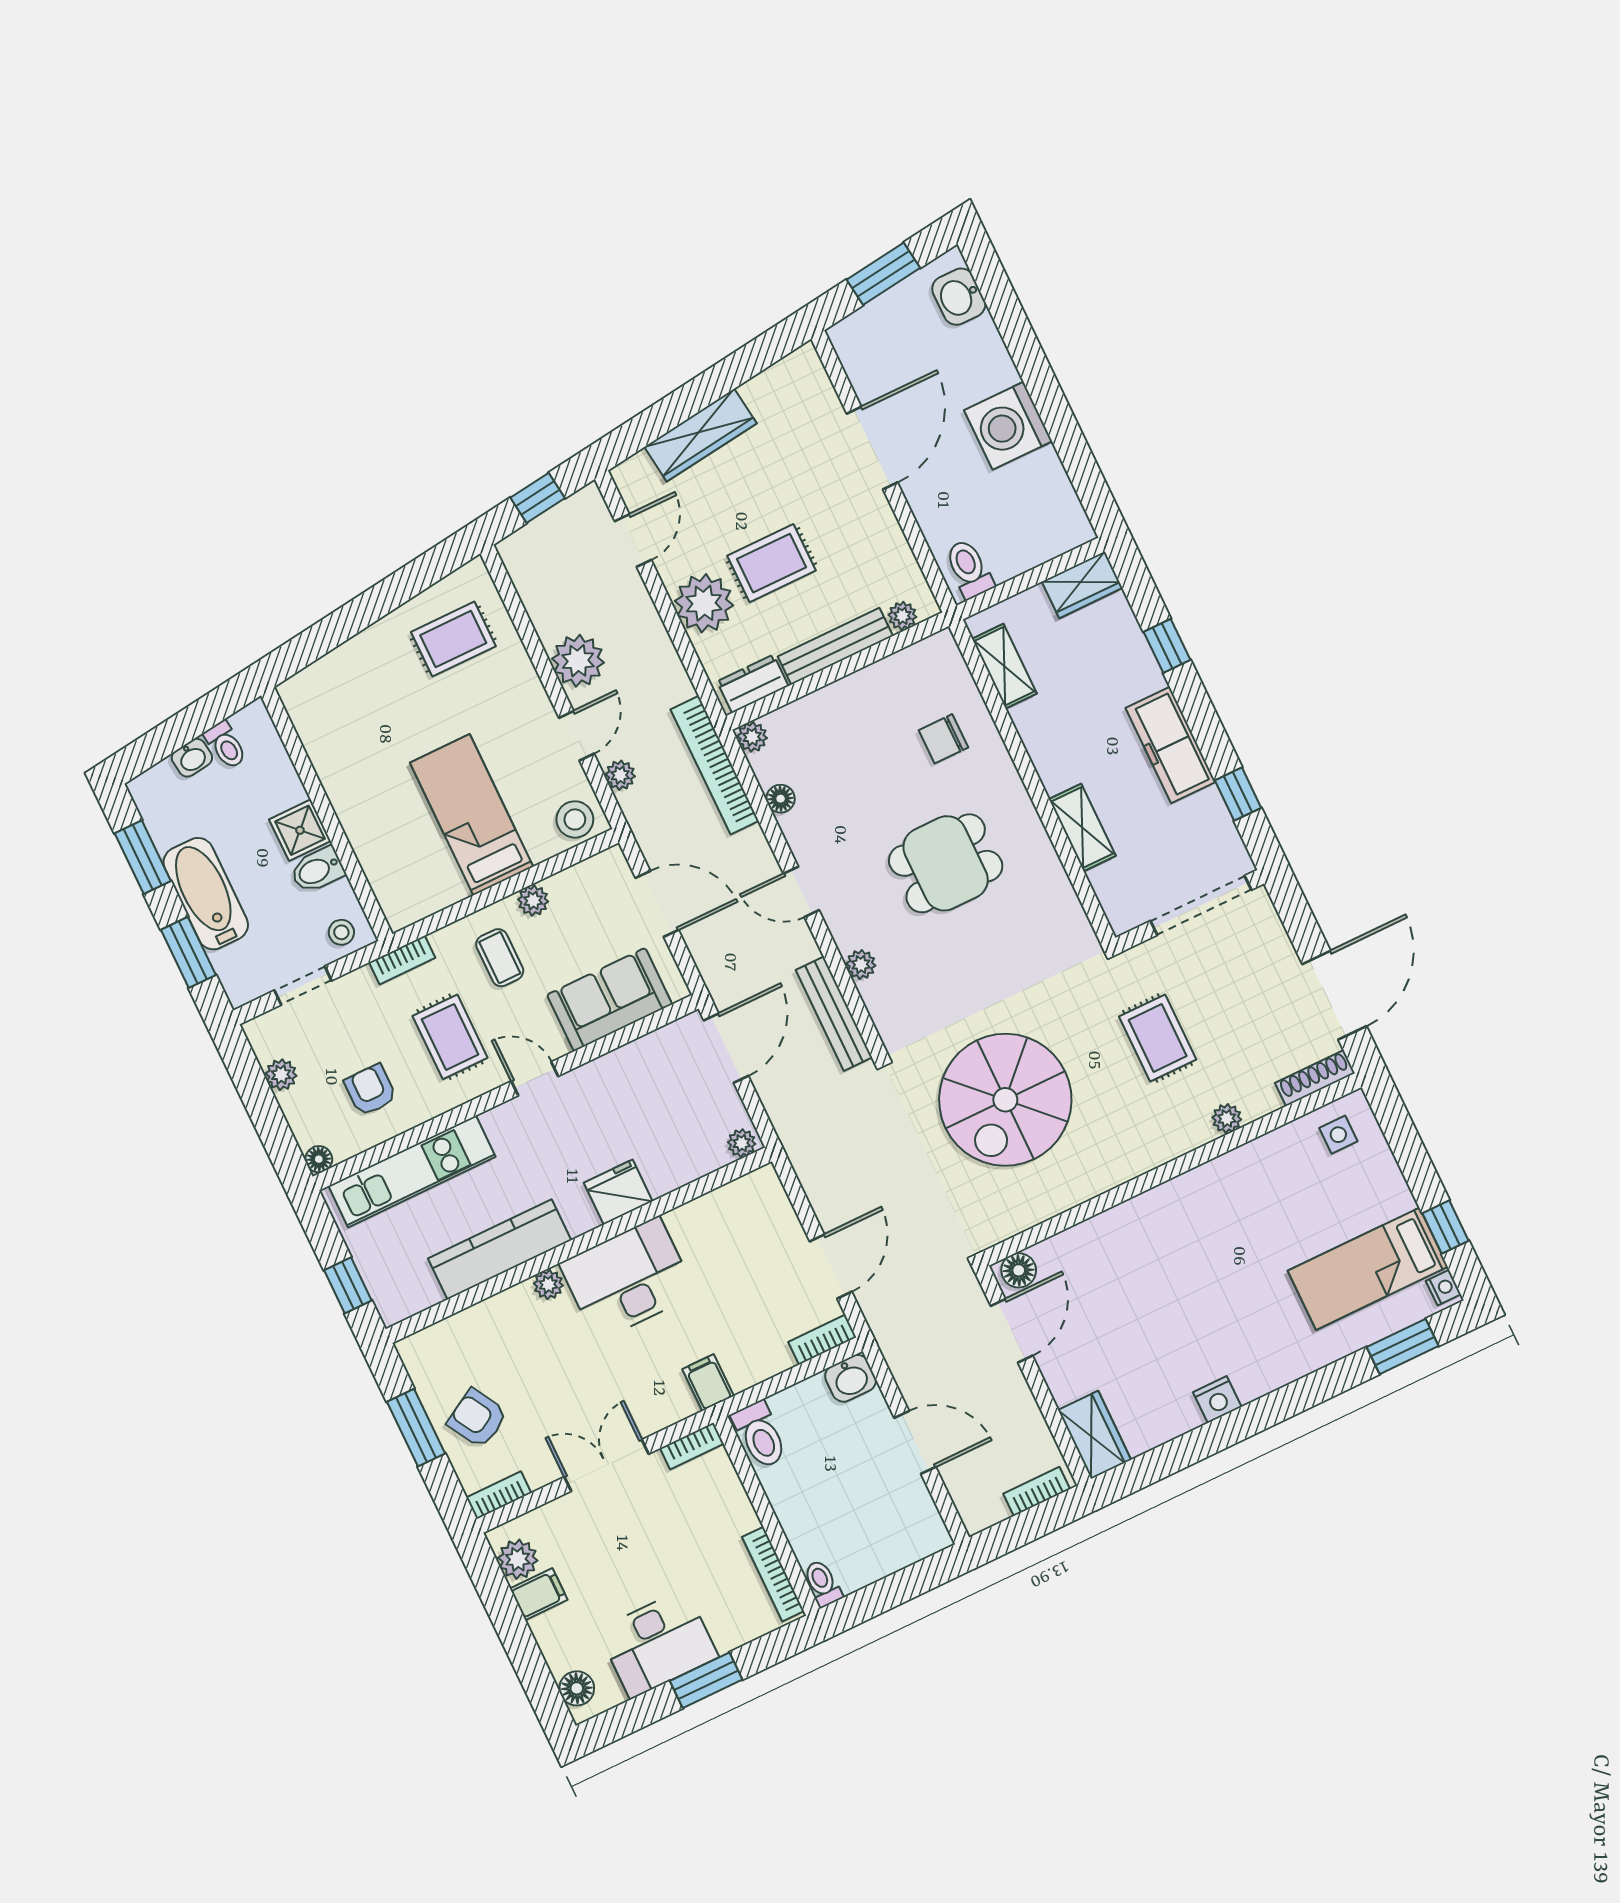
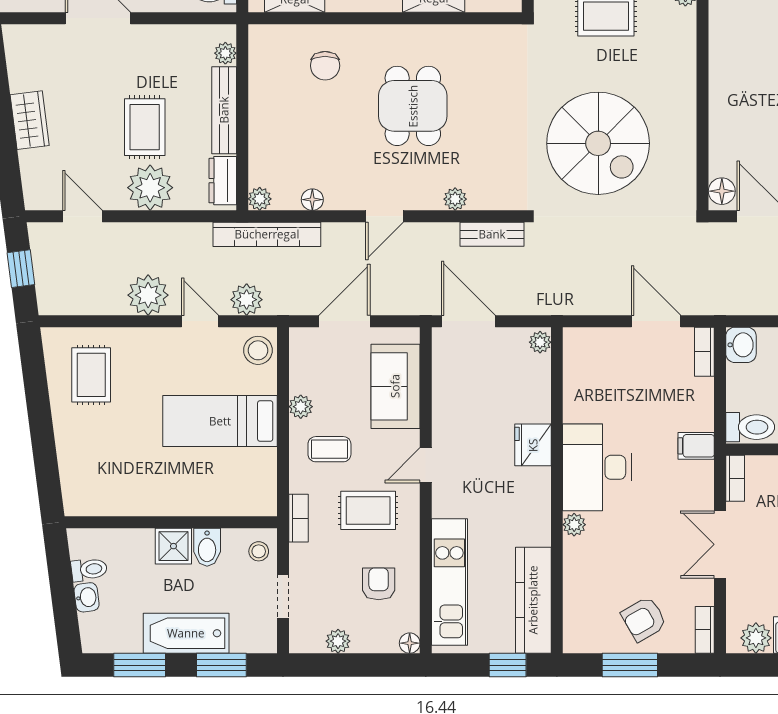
wardrobe: (700, 435) -> (30, 120), width x0.67
plant: (620, 775) -> (247, 300), width x1.38, depth x1.38
bench: (834, 1014) -> (492, 234), width x0.73
armchair: (370, 1090) -> (379, 584), turned 90
kitchen counter: (500, 1249) -> (533, 600), moved

